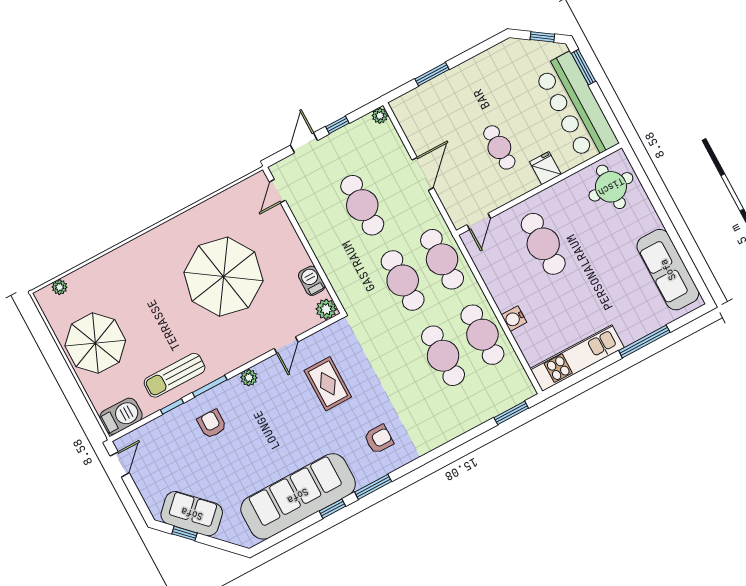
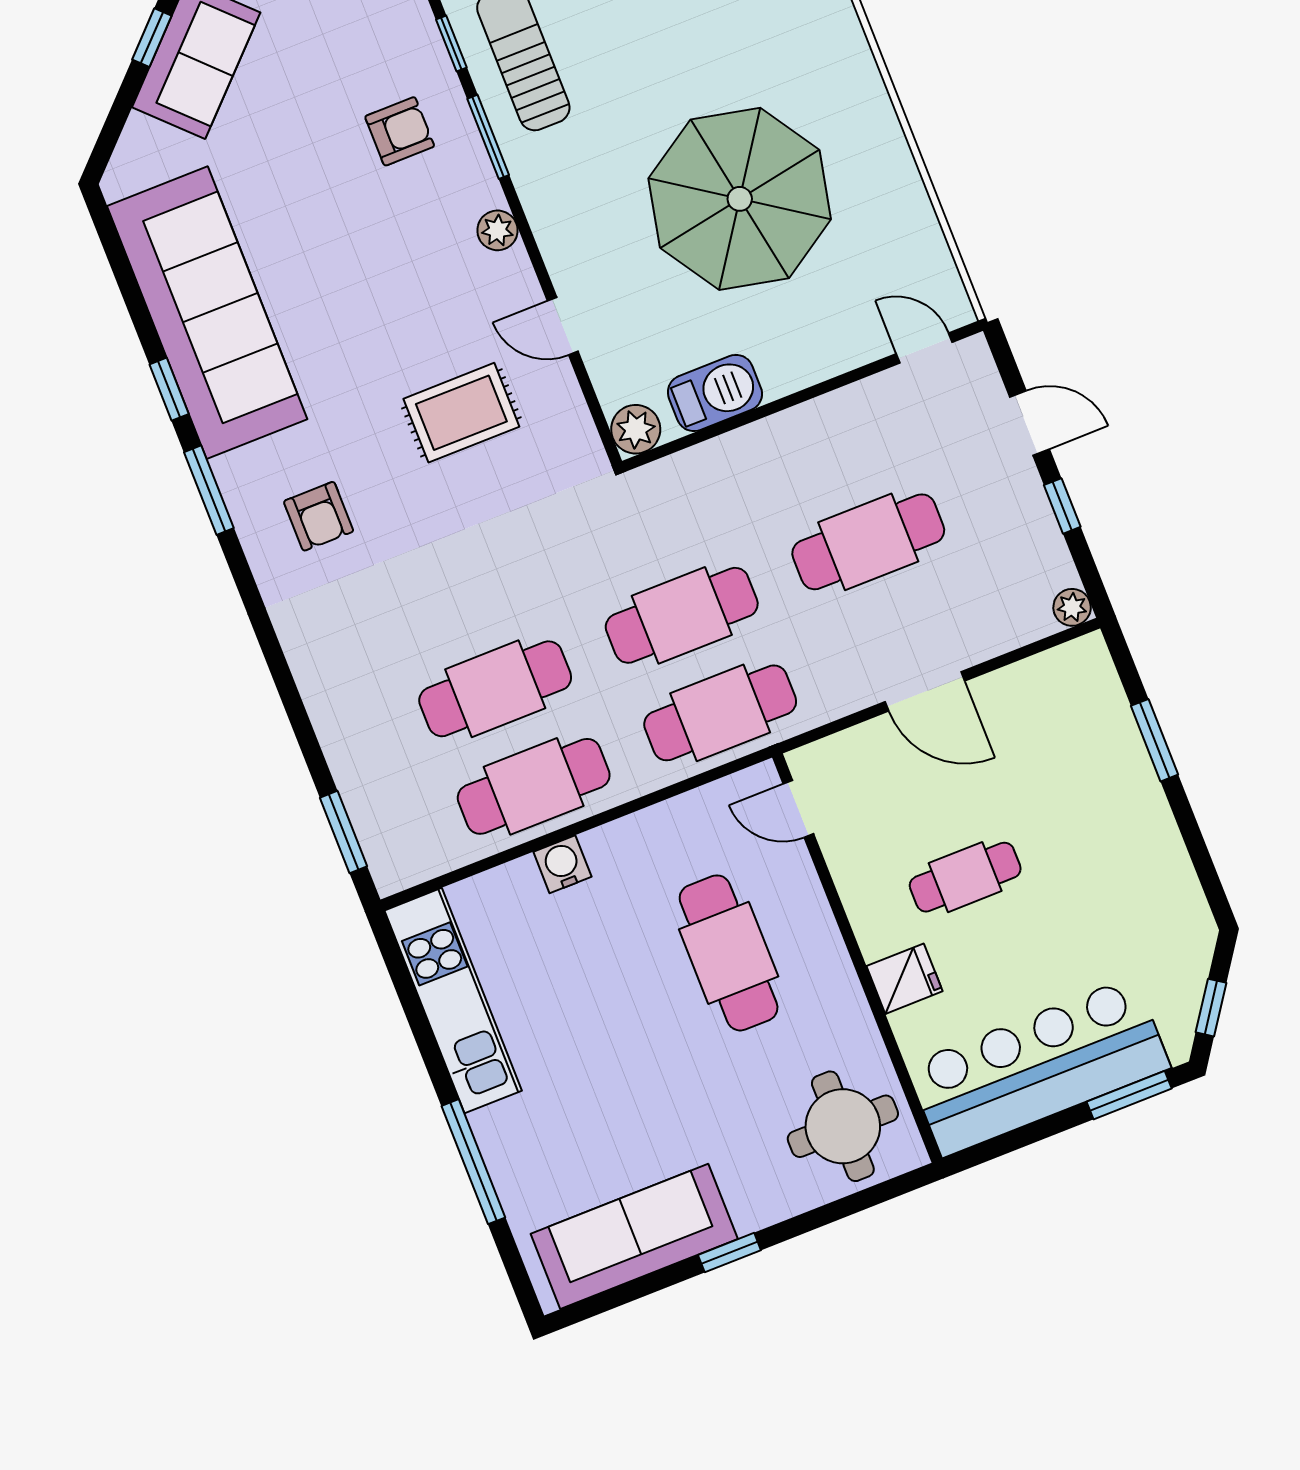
window: (670, 229) -> (729, 1253), added
cafe table: (543, 244) -> (729, 953), turned 90
barbecue: (312, 281) -> (715, 393), width x1.38, depth x1.27

